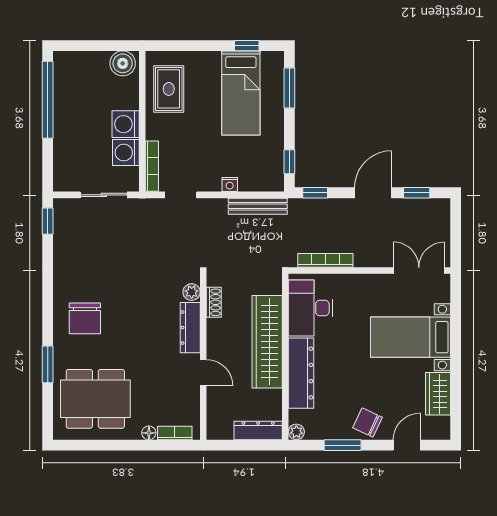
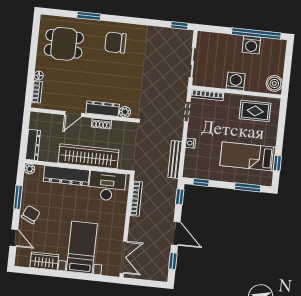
washing machine: (126, 153) -> (251, 45), moved, turned 180
shoe rack: (214, 302) -> (101, 124), moved
dining table: (95, 399) -> (64, 44), width x0.73

